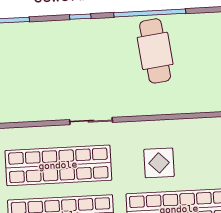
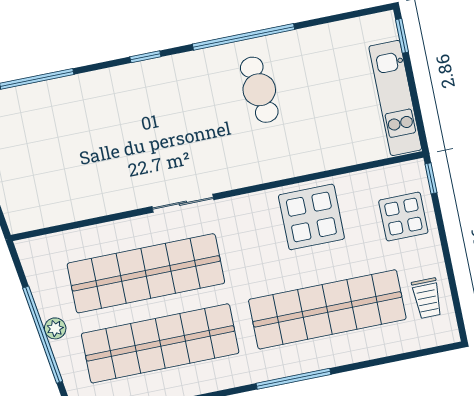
cafe table: (155, 51) -> (259, 90), width x0.73, depth x0.74
display table: (159, 163) -> (311, 217), moved, width x1.36, depth x1.36

